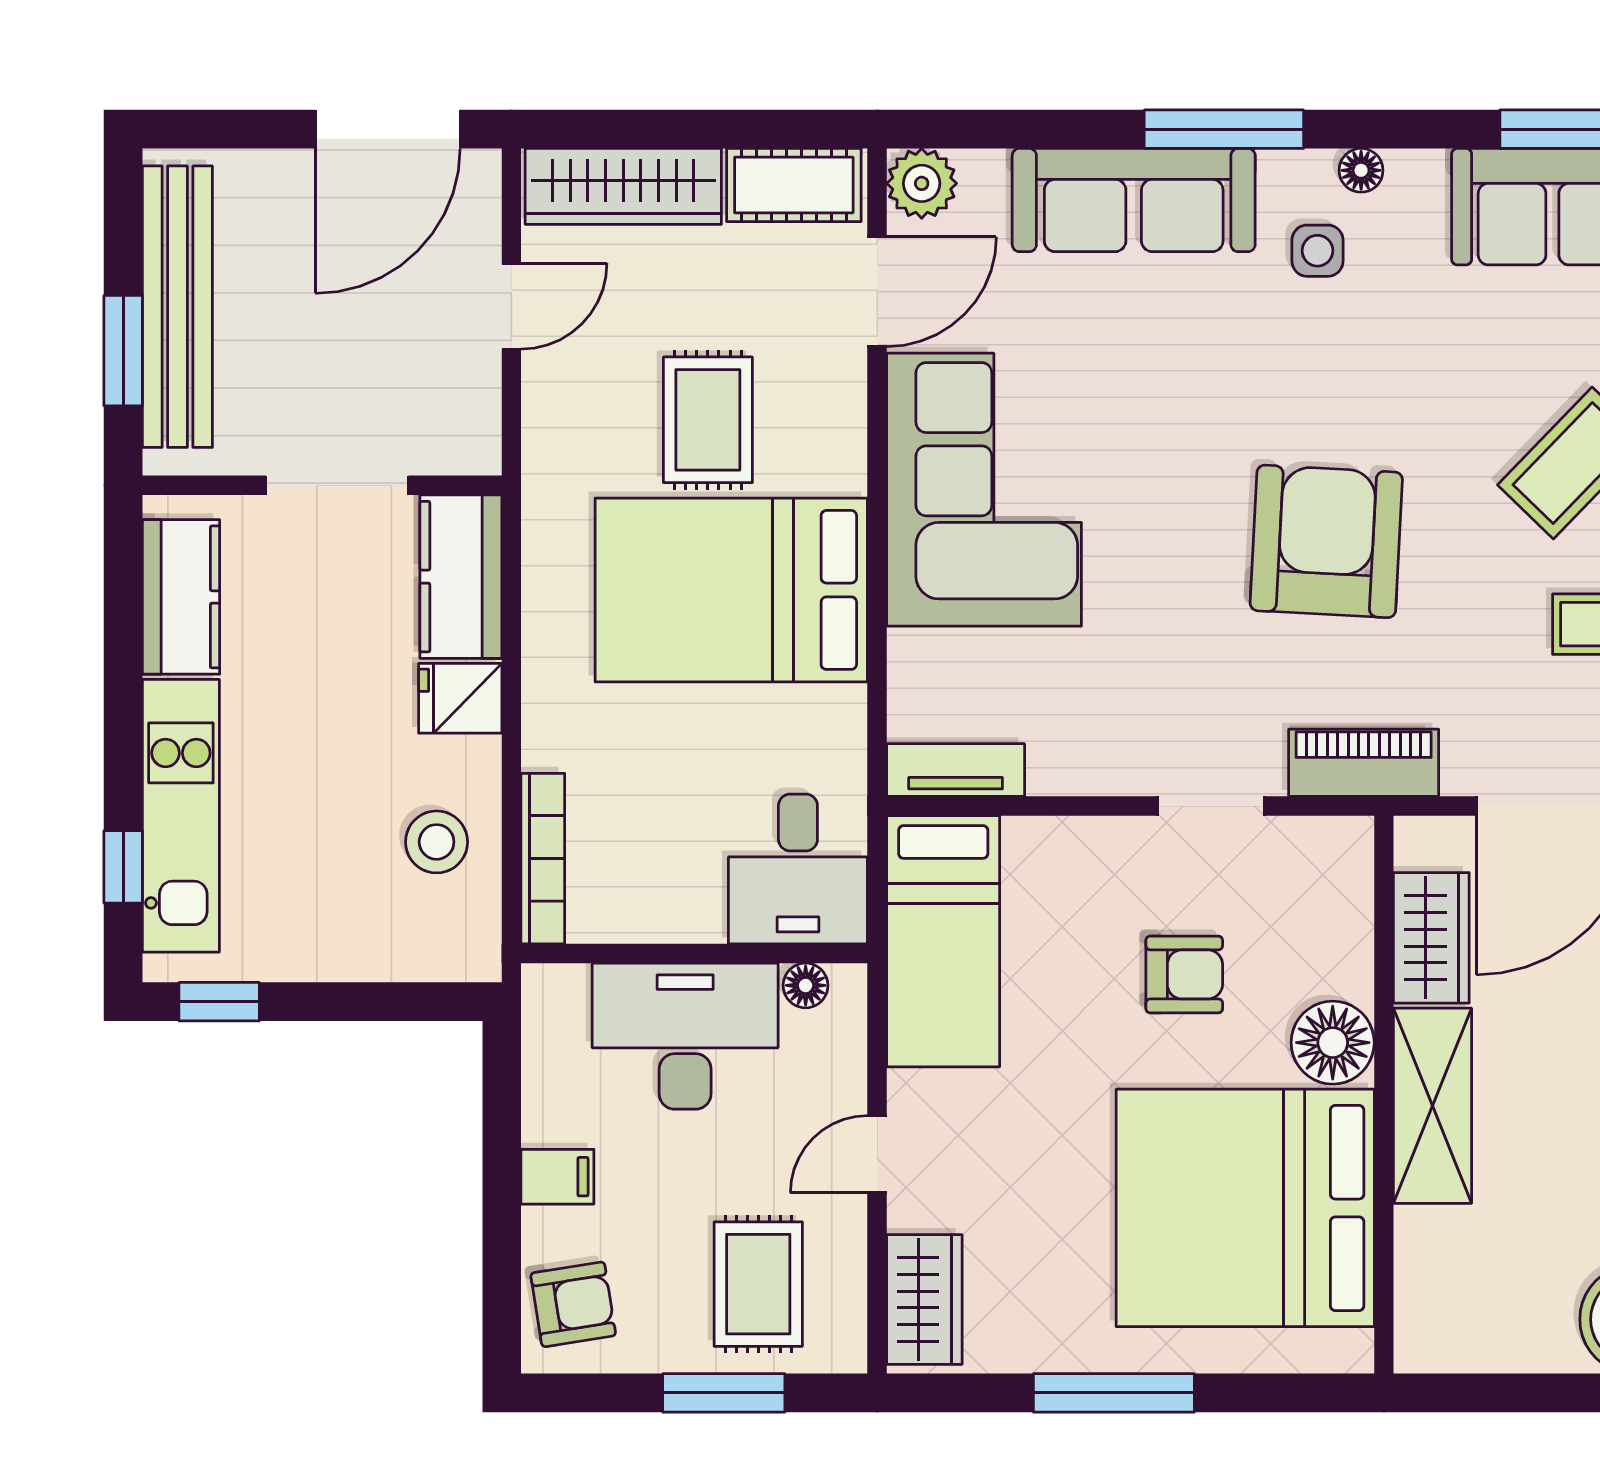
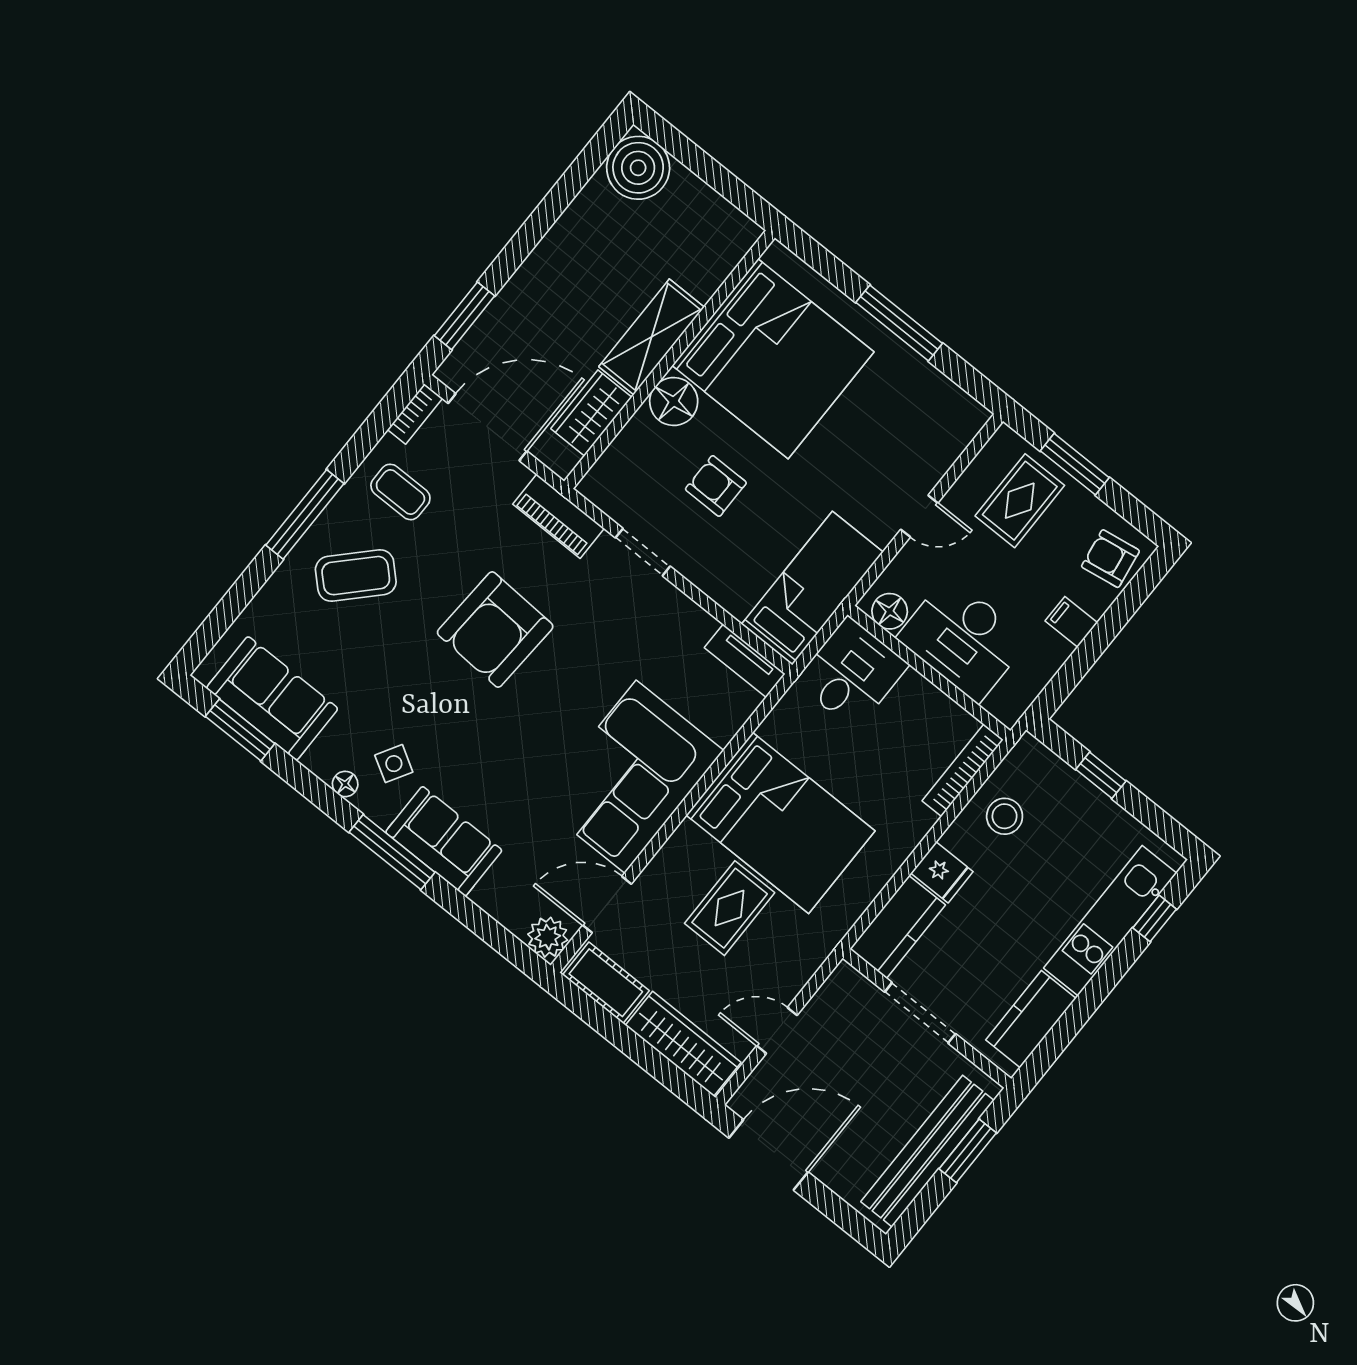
sofa: (1134, 200) -> (444, 841), width x0.73
side table: (1317, 251) -> (394, 764), turned 30
floor lamp: (806, 985) -> (890, 611), width x1.37, depth x1.37
window: (219, 1002) -> (1101, 775), moved
wardrobe: (924, 1299) -> (951, 434), removed

